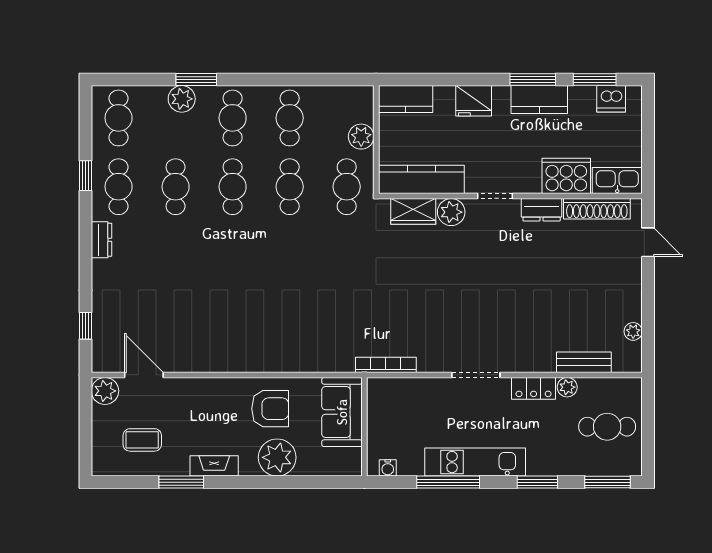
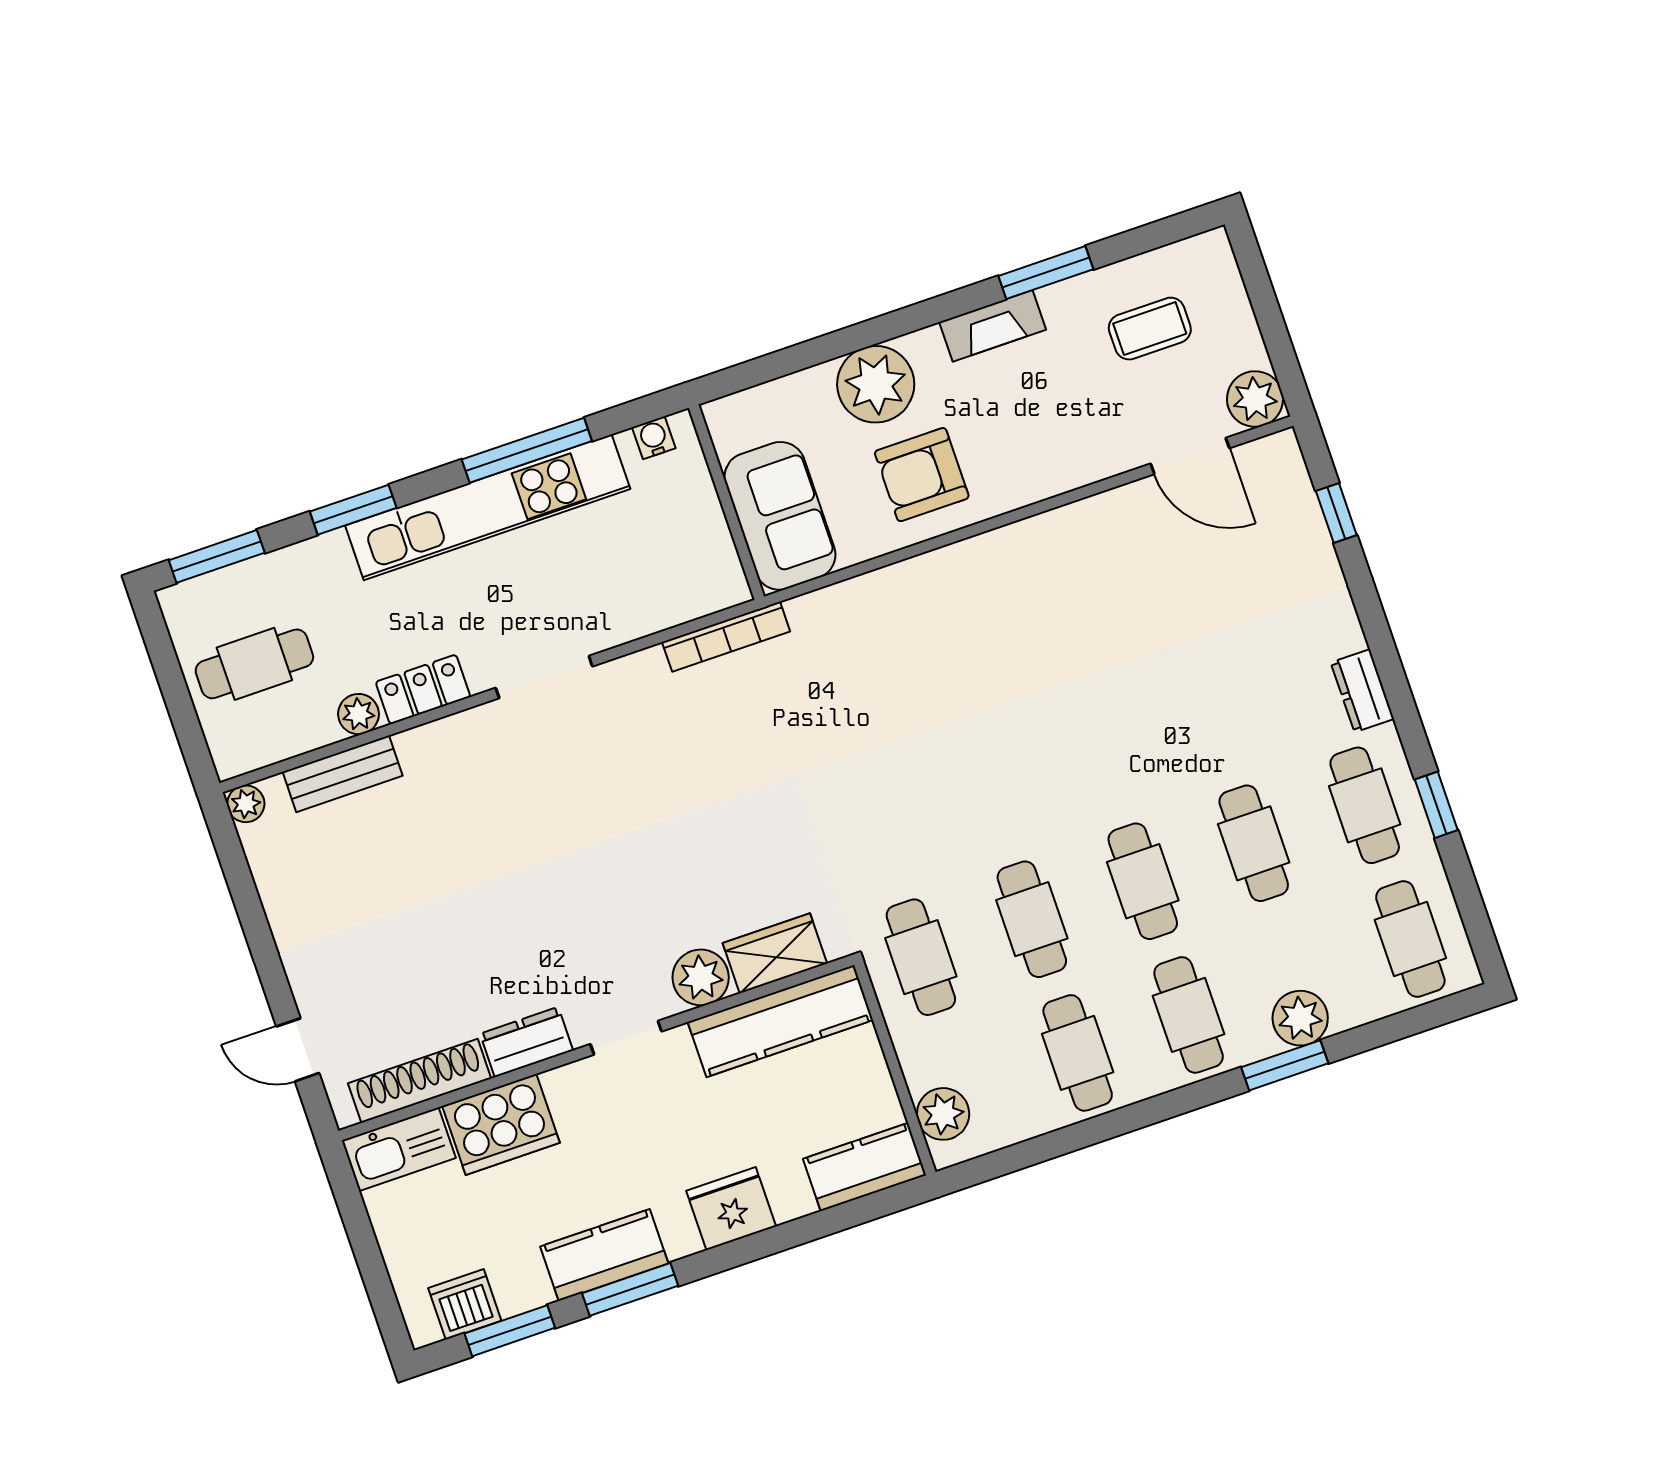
plant: (361, 137) -> (943, 1114), moved
plant: (633, 331) -> (246, 804), moved
kitchen unit: (475, 462) -> (488, 507), width x1.36

